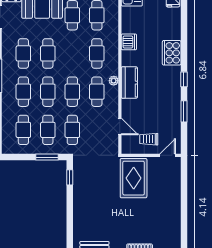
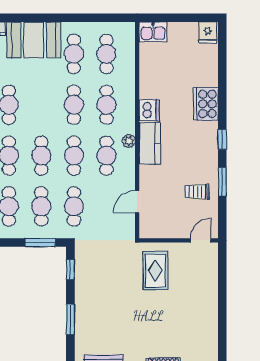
dishwasher: (129, 42) -> (149, 110), moved
cafe table: (48, 53) -> (74, 105), moved
door: (120, 126) -> (137, 202), swing flipped
trolley: (149, 139) -> (197, 192), moved
rug: (134, 178) -> (155, 270), width x0.73, depth x0.70
window: (70, 215) -> (70, 319), added

